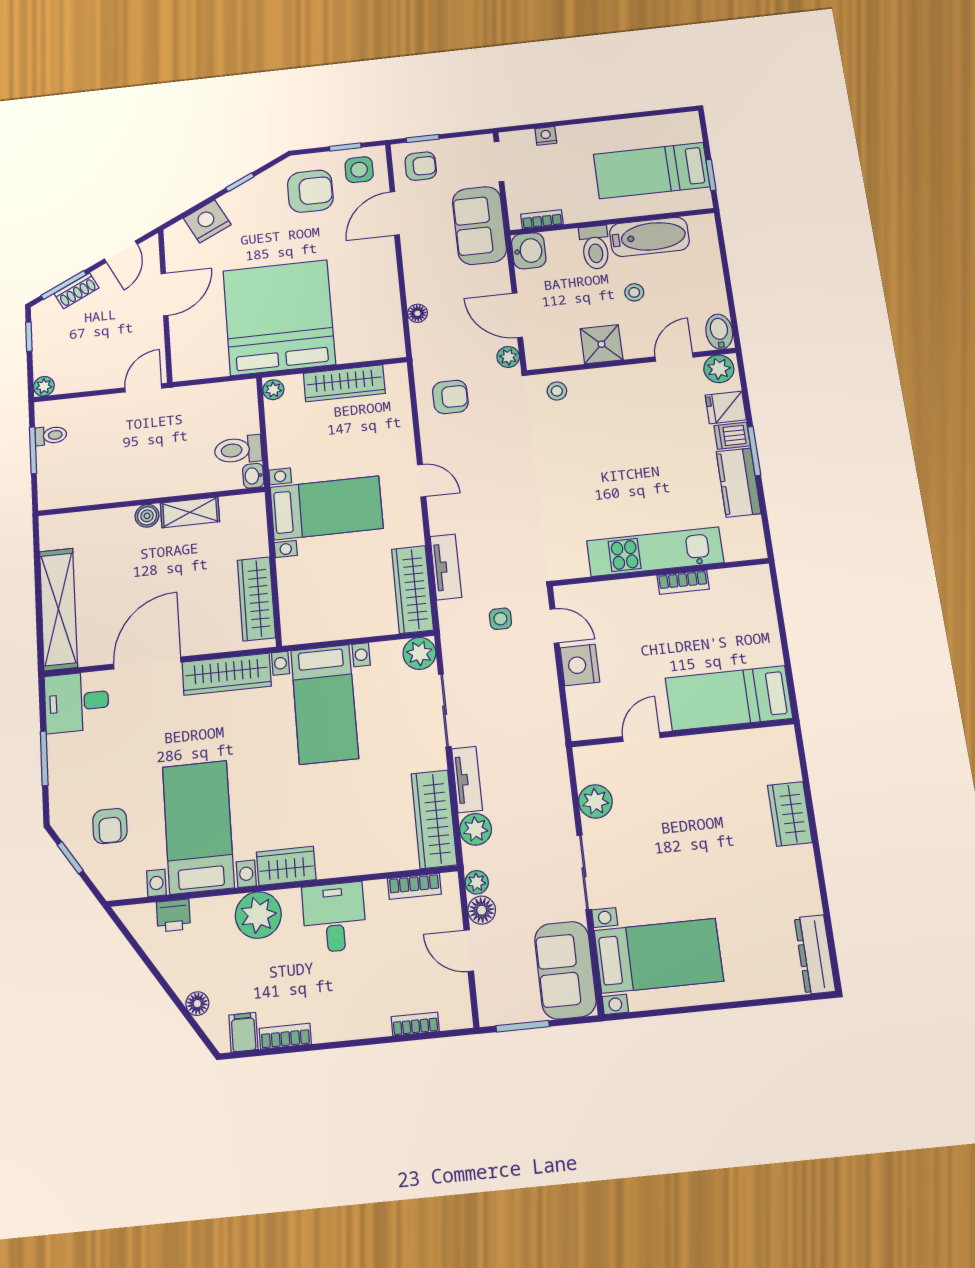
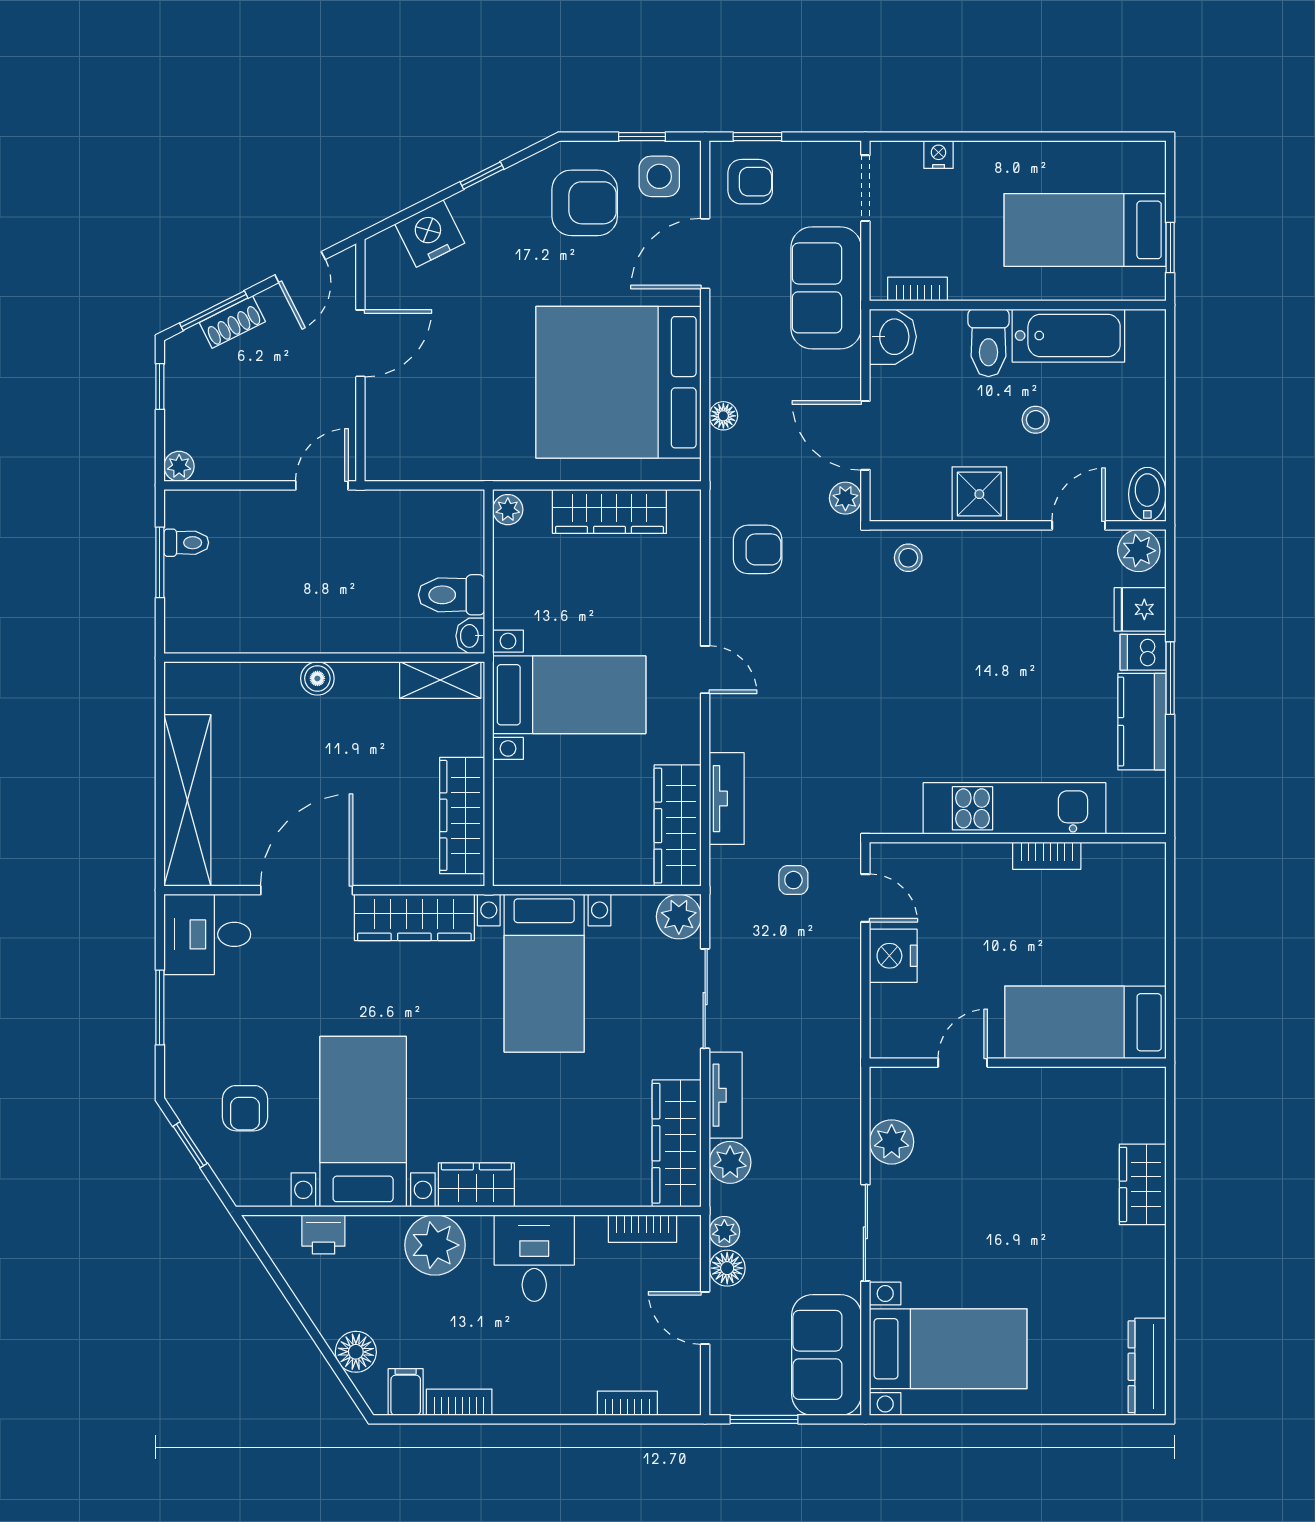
bed: (279, 317) -> (619, 382), moved, turned -90
shelving: (190, 512) -> (440, 680), moved
floor lamp: (197, 1004) -> (356, 1352), width x1.37, depth x1.37

